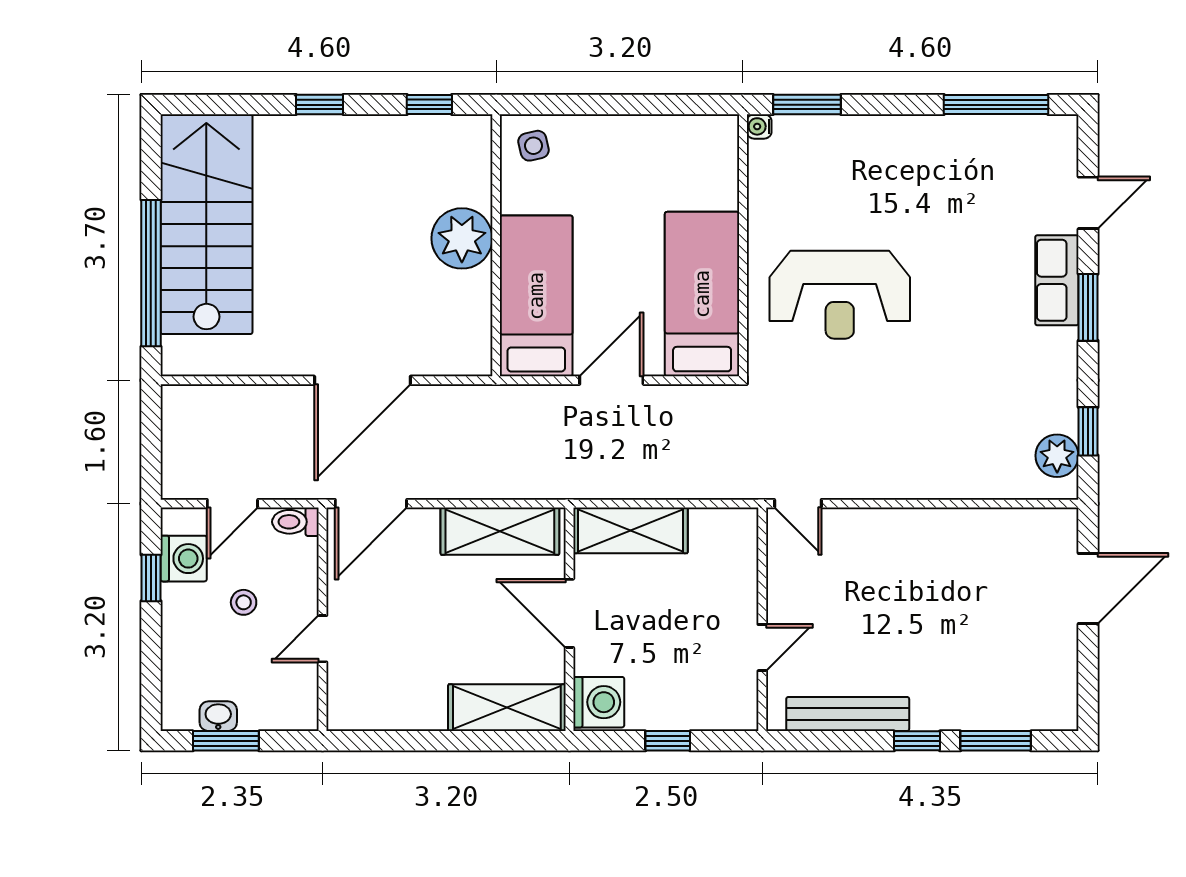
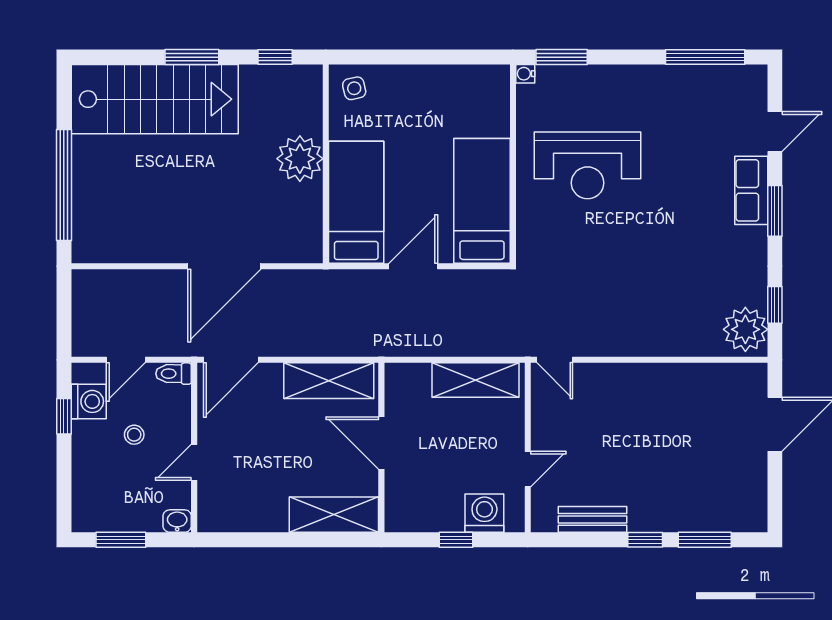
window: (320, 105) -> (192, 57), width x1.50
stairs: (206, 224) -> (155, 99), moved, turned 90
reception desk: (840, 295) -> (588, 165), moved
plant: (1057, 456) -> (745, 329), width x1.36, depth x1.36
shelving: (630, 530) -> (475, 380), moved
washing machine: (599, 702) -> (484, 513), moved, turned -90
bench: (848, 714) -> (593, 519), width x0.73
washbasin: (218, 716) -> (177, 521), moved

